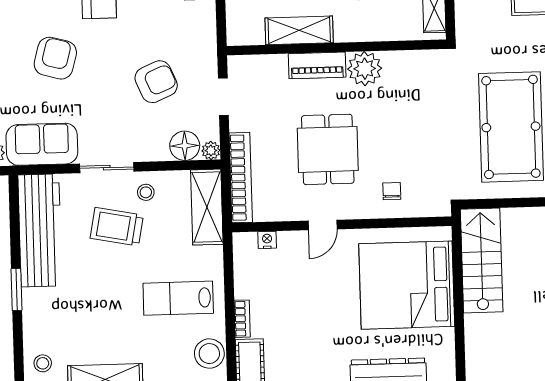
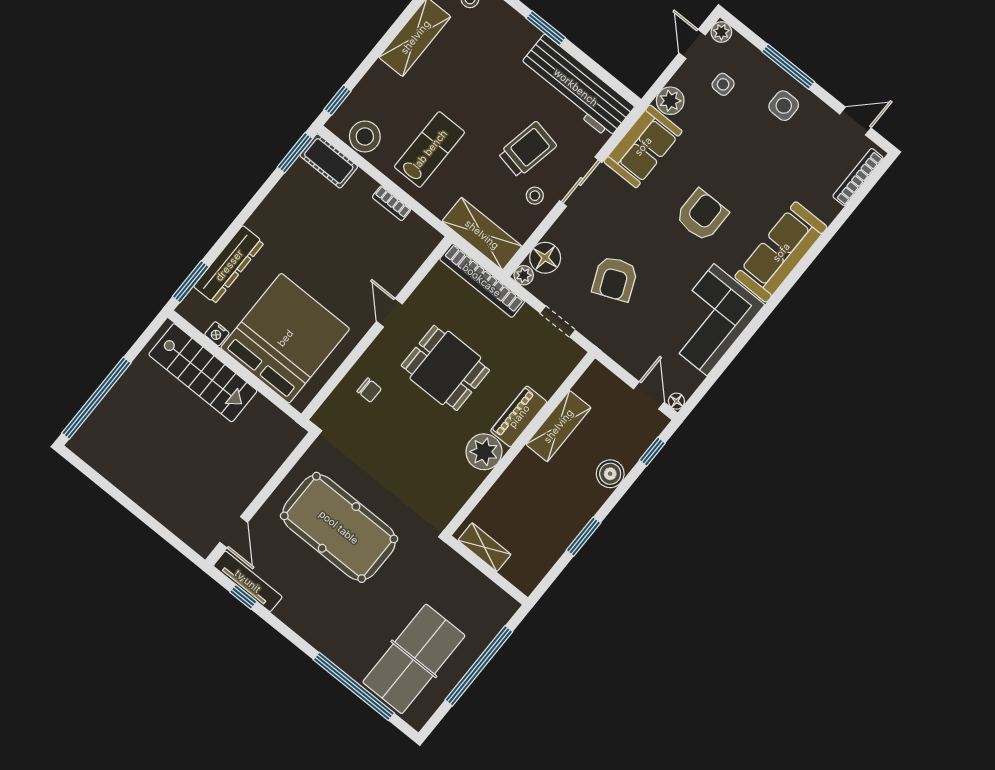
armchair: (55, 58) -> (702, 215), turned -105
nightstand: (267, 240) -> (217, 334), moved, turned 90
stairs: (482, 260) -> (203, 373), moved
bookcase: (242, 319) -> (391, 203), moved

